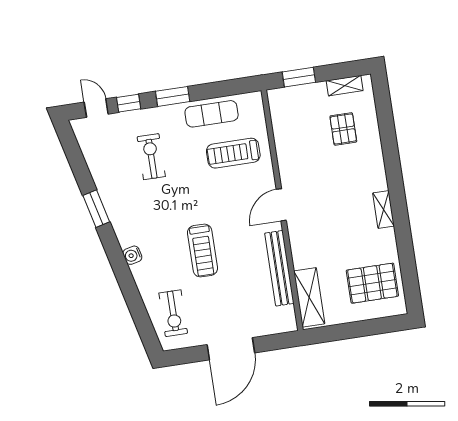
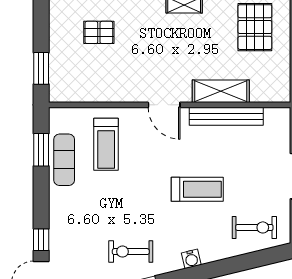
shelving: (345, 86) -> (56, 25), removed
window: (173, 96) -> (41, 150), moved
exercise bike: (151, 157) -> (131, 252), moved
shelving: (309, 297) -> (221, 91), moved

